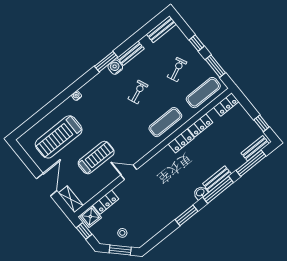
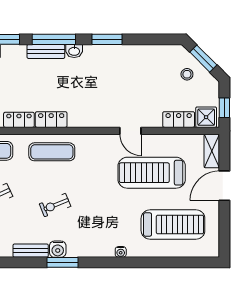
treadmill: (96, 158) -> (152, 173), width x1.37, depth x1.37

